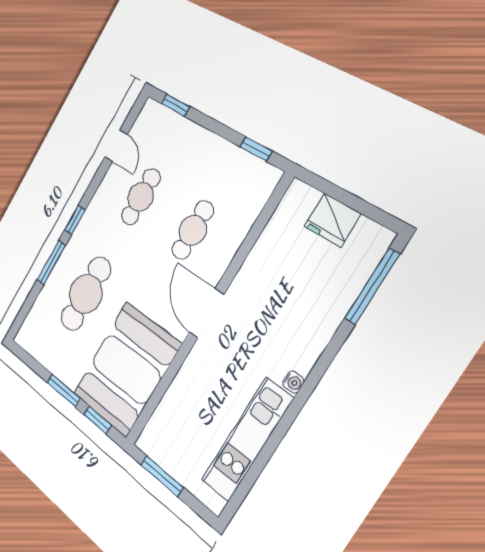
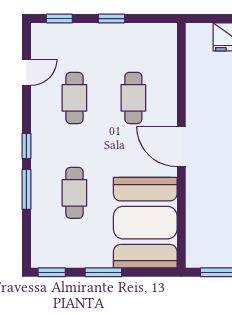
door: (116, 146) -> (26, 72), hinge flipped
window: (256, 149) -> (111, 19), moved
cafe table: (86, 294) -> (74, 193), width x0.73, depth x0.74
window: (98, 420) -> (52, 272), moved

